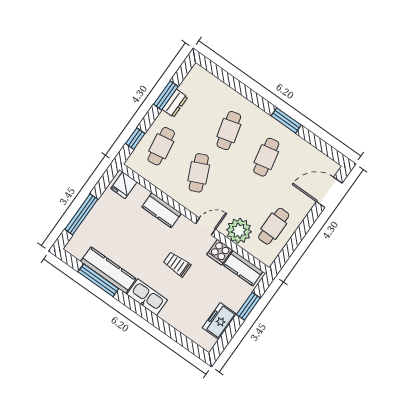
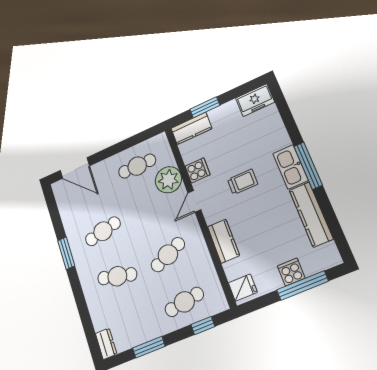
dresser: (175, 103) -> (106, 344), moved, turned 90
cafe table: (229, 131) -> (117, 276), turned 30
cooker: (96, 219) -> (291, 272), added
door: (205, 226) -> (194, 201), hinge flipped
trolley: (177, 264) -> (243, 182), turned -90
kitchen counter: (243, 268) -> (191, 128), moved, turned 90
window: (98, 280) -> (308, 166), moved
freezer: (219, 321) -> (255, 100), moved

